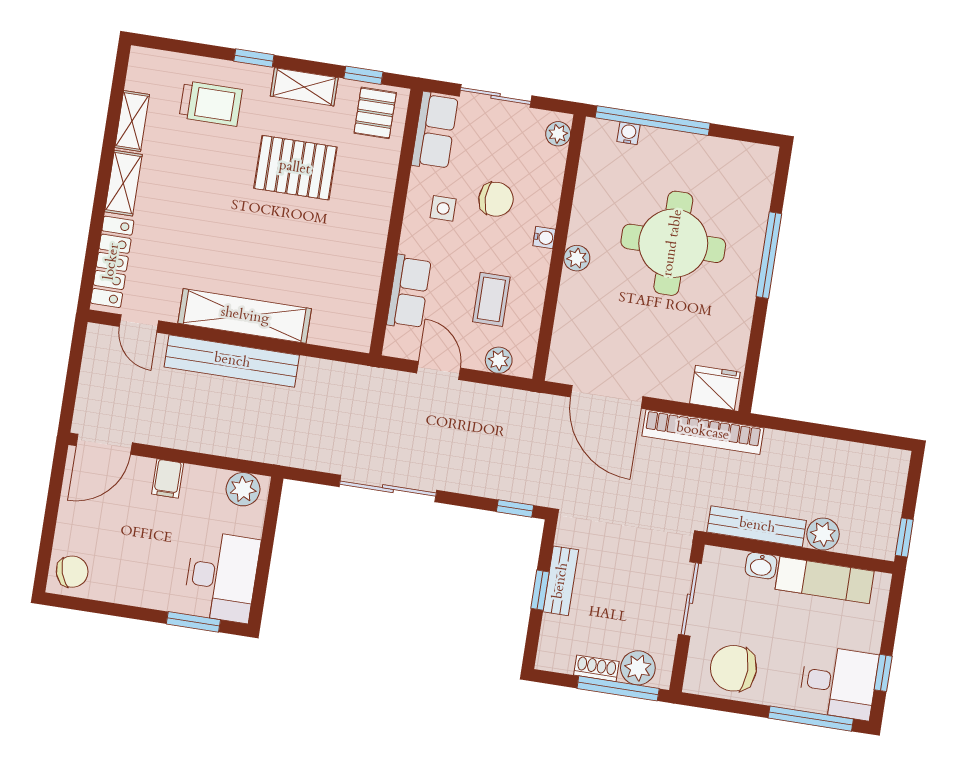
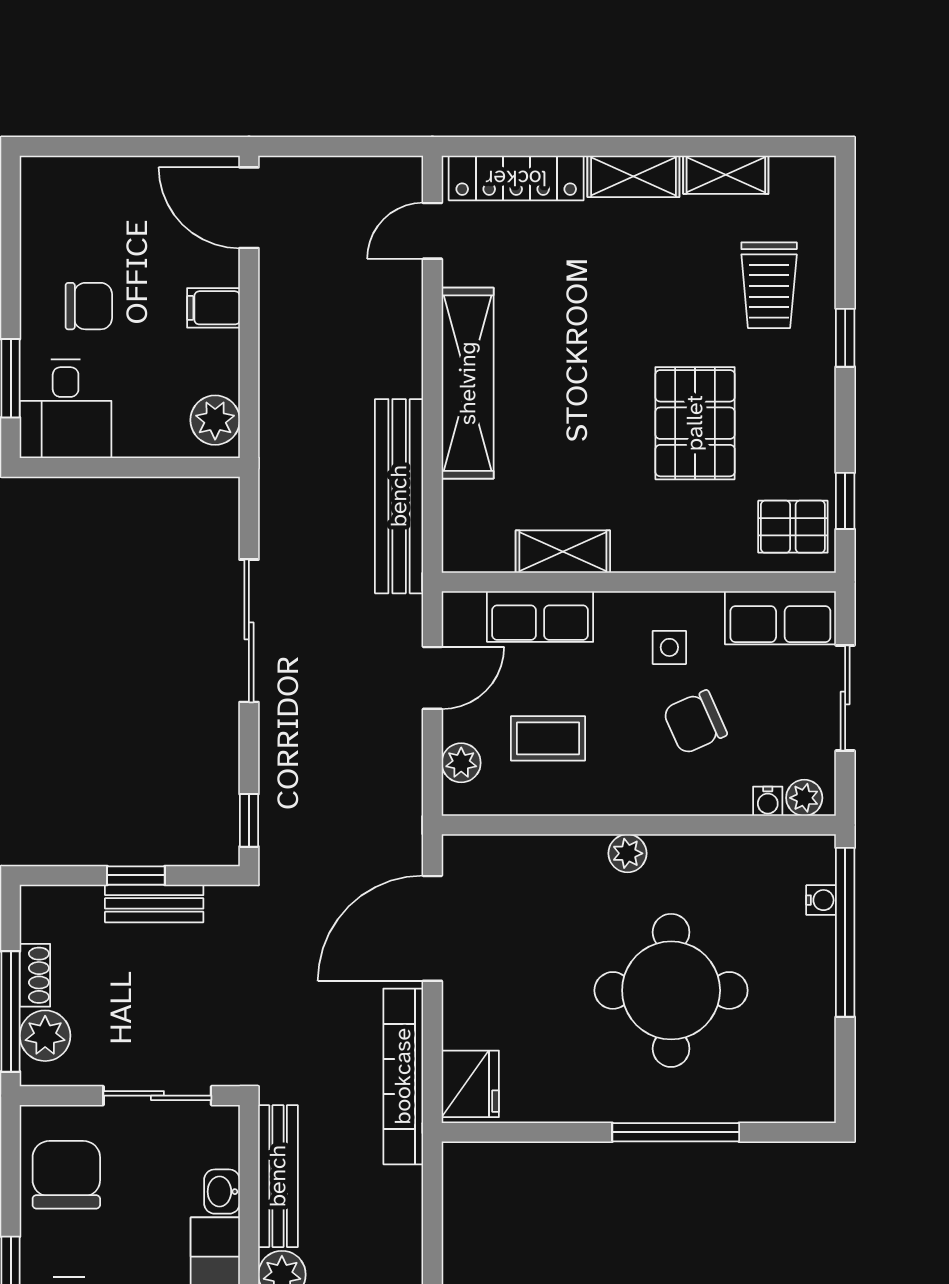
shelving: (304, 87) -> (563, 552), moved, turned 90
chair: (496, 199) -> (695, 722), turned 66
water cooler: (544, 238) -> (768, 801), moved
bench: (232, 361) -> (399, 496), moved
chair: (72, 572) -> (89, 306), moved, turned -72
desk: (221, 577) -> (66, 409), width x0.73

